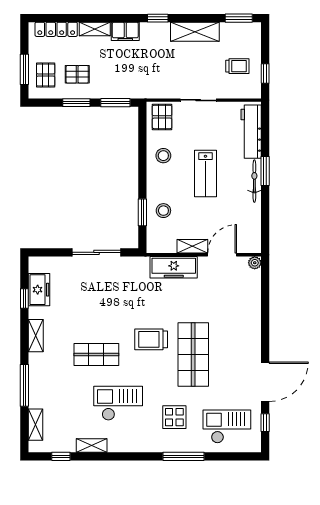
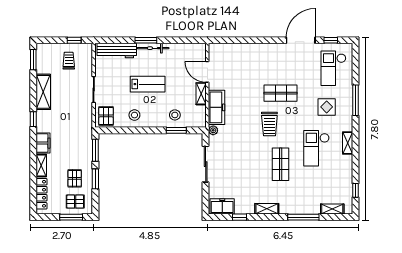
pallet: (162, 117) -> (106, 116), turned 90
plant: (255, 263) -> (213, 130), moved
freezer: (39, 290) -> (222, 206), moved
shop shelf: (193, 354) -> (281, 93), width x0.70, depth x0.74
door: (265, 382) -> (301, 40), hinge flipped
shelving: (92, 446) -> (348, 143), moved

